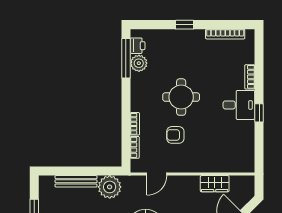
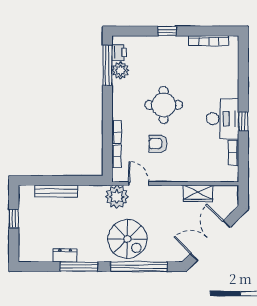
bookcase: (250, 77) -> (234, 153), moved
desk: (239, 105) -> (223, 119), width x1.37
door: (157, 174) -> (139, 184), swing flipped
plant: (110, 187) -> (117, 197), moved

